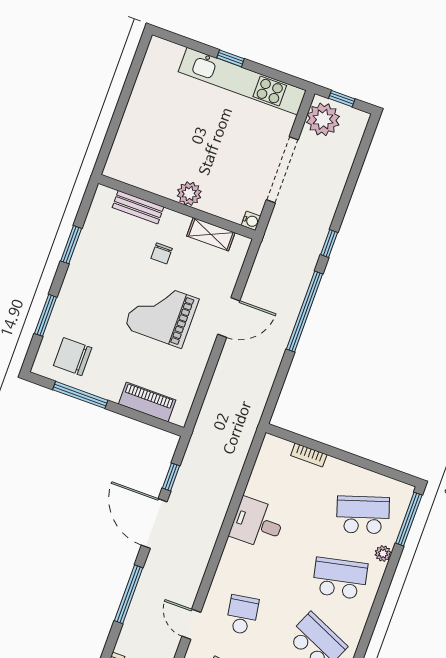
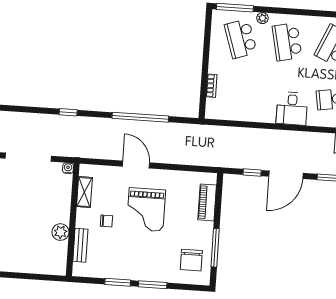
plant: (189, 194) -> (60, 232), moved
window: (305, 311) -> (140, 117), moved
window: (46, 315) -> (153, 285), moved
desk: (257, 523) -> (292, 108), moved

